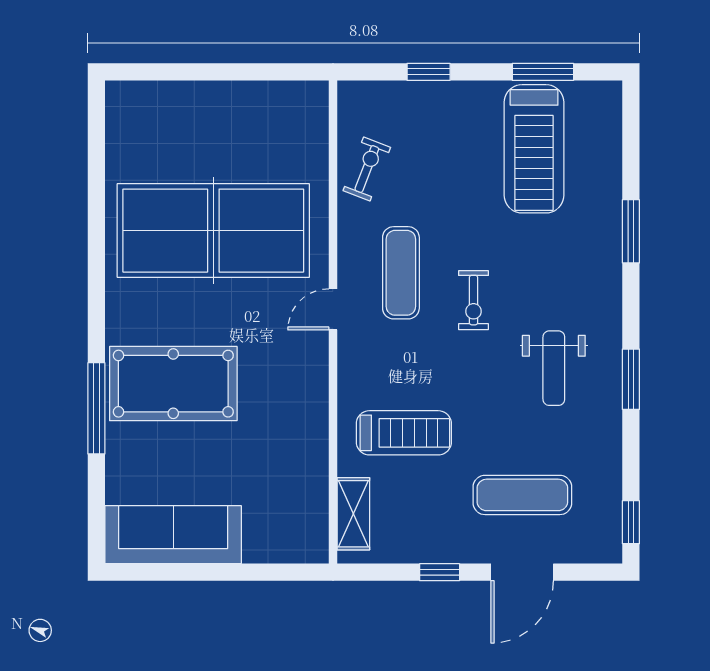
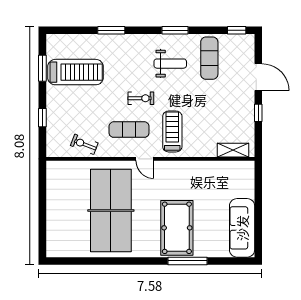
treadmill: (404, 433) -> (172, 131), moved
exercise mat: (522, 495) -> (209, 58), moved

